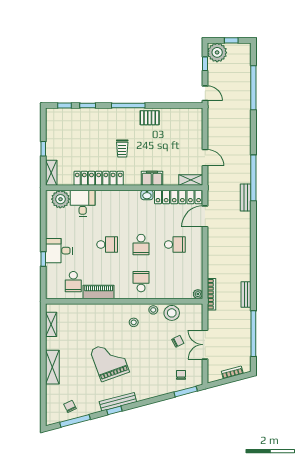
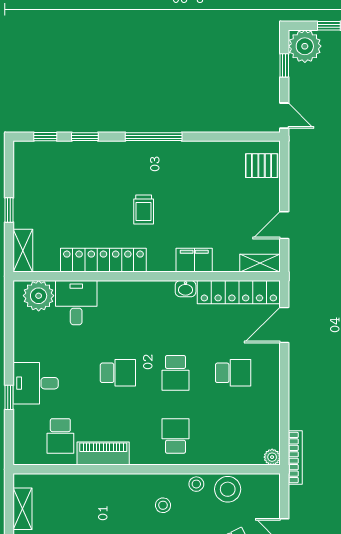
pallet: (150, 118) -> (262, 166), moved
door: (205, 158) -> (284, 225), swing flipped

